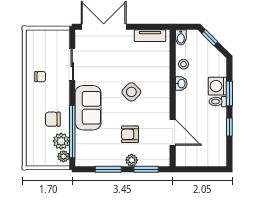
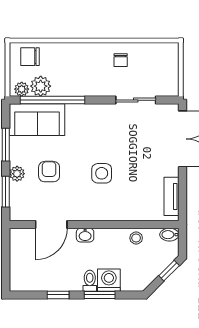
washbasin: (181, 84) -> (85, 235), moved
side table: (131, 92) -> (102, 173), turned 45
sofa: (88, 108) -> (37, 120), moved
chair: (53, 119) -> (30, 57), moved, turned -90

